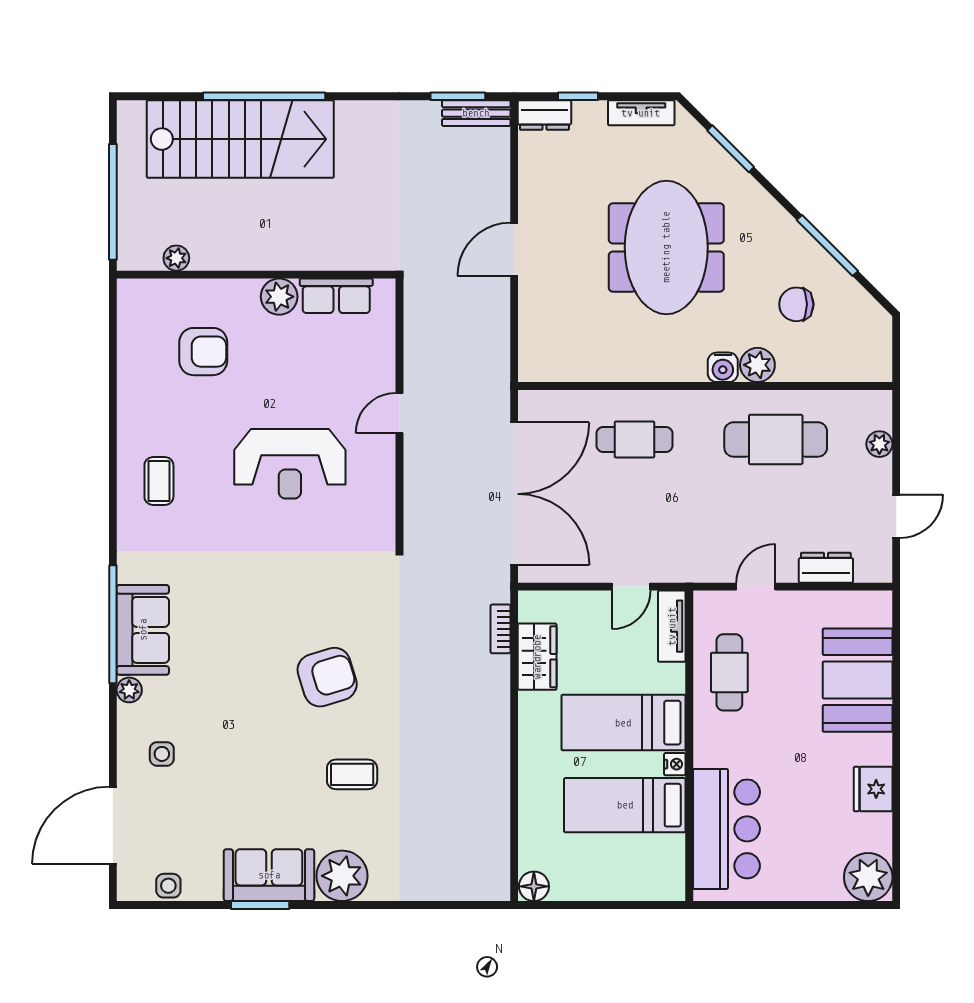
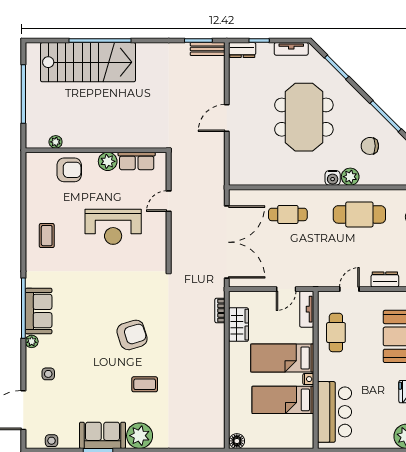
plant: (176, 258) -> (56, 142), moved
wall: (256, 275) -> (96, 150), moved
row of seats: (336, 296) -> (137, 161), moved
plant: (279, 297) -> (108, 161), moved

